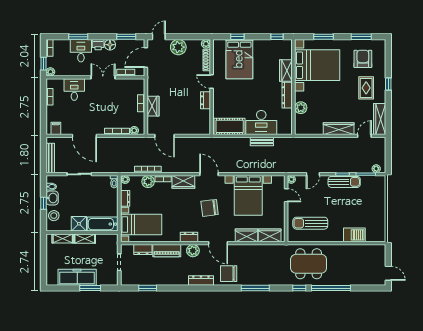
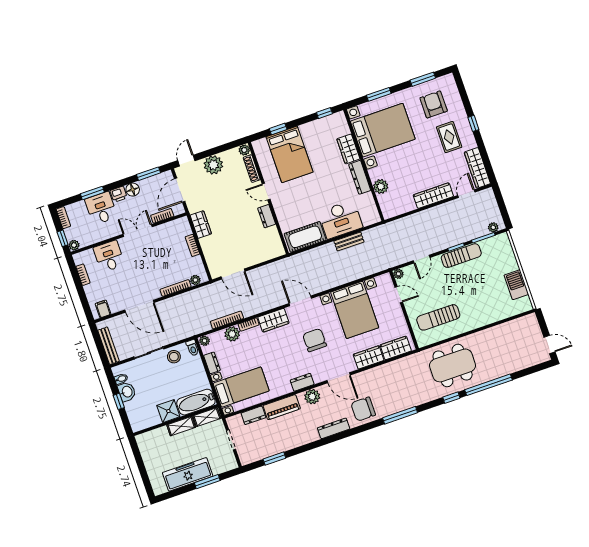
wardrobe: (153, 106) -> (201, 225), moved
chair: (210, 208) -> (315, 340), turned 97
stool: (54, 216) -> (174, 357), moved
barbecue: (354, 235) -> (516, 285), moved, turned -90
shelving: (63, 238) -> (207, 417), moved

